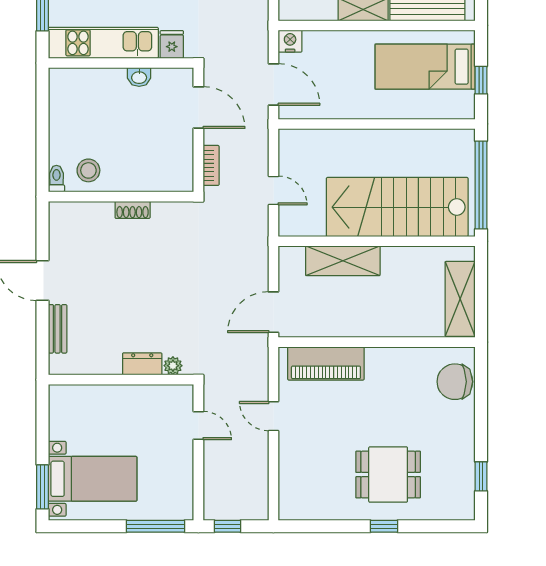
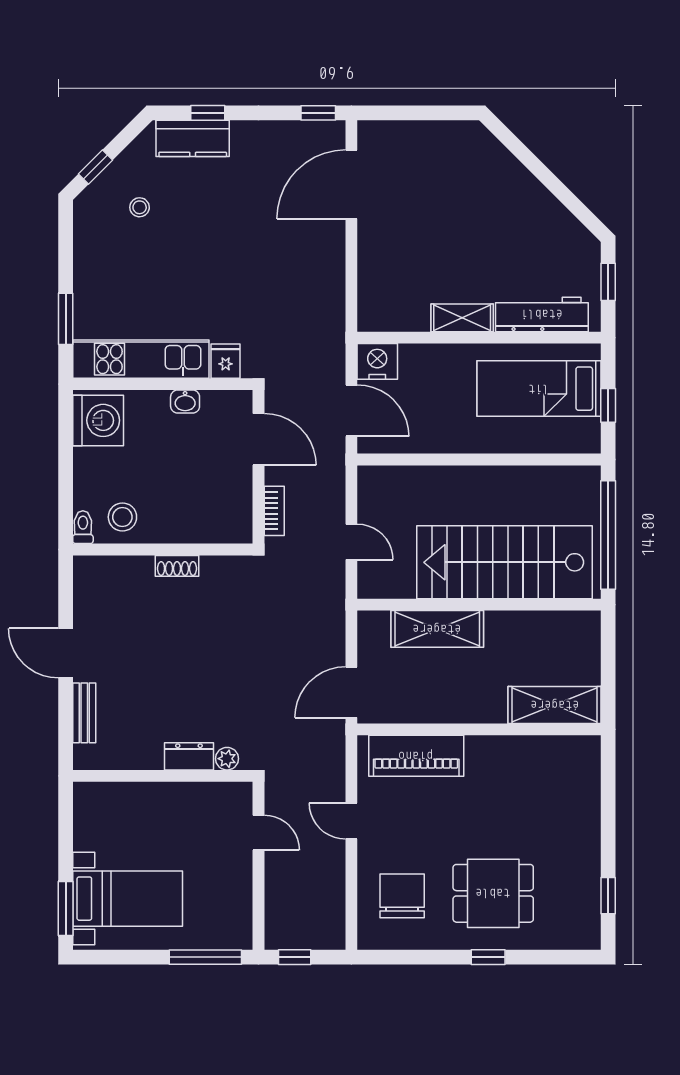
nightstand: (290, 41) -> (377, 361), width x1.36, depth x1.33
washing machine: (69, 92) -> (98, 420), added
shelving: (460, 299) -> (555, 705), moved, turned 90
chair: (455, 382) -> (402, 896), moved, turned 90

